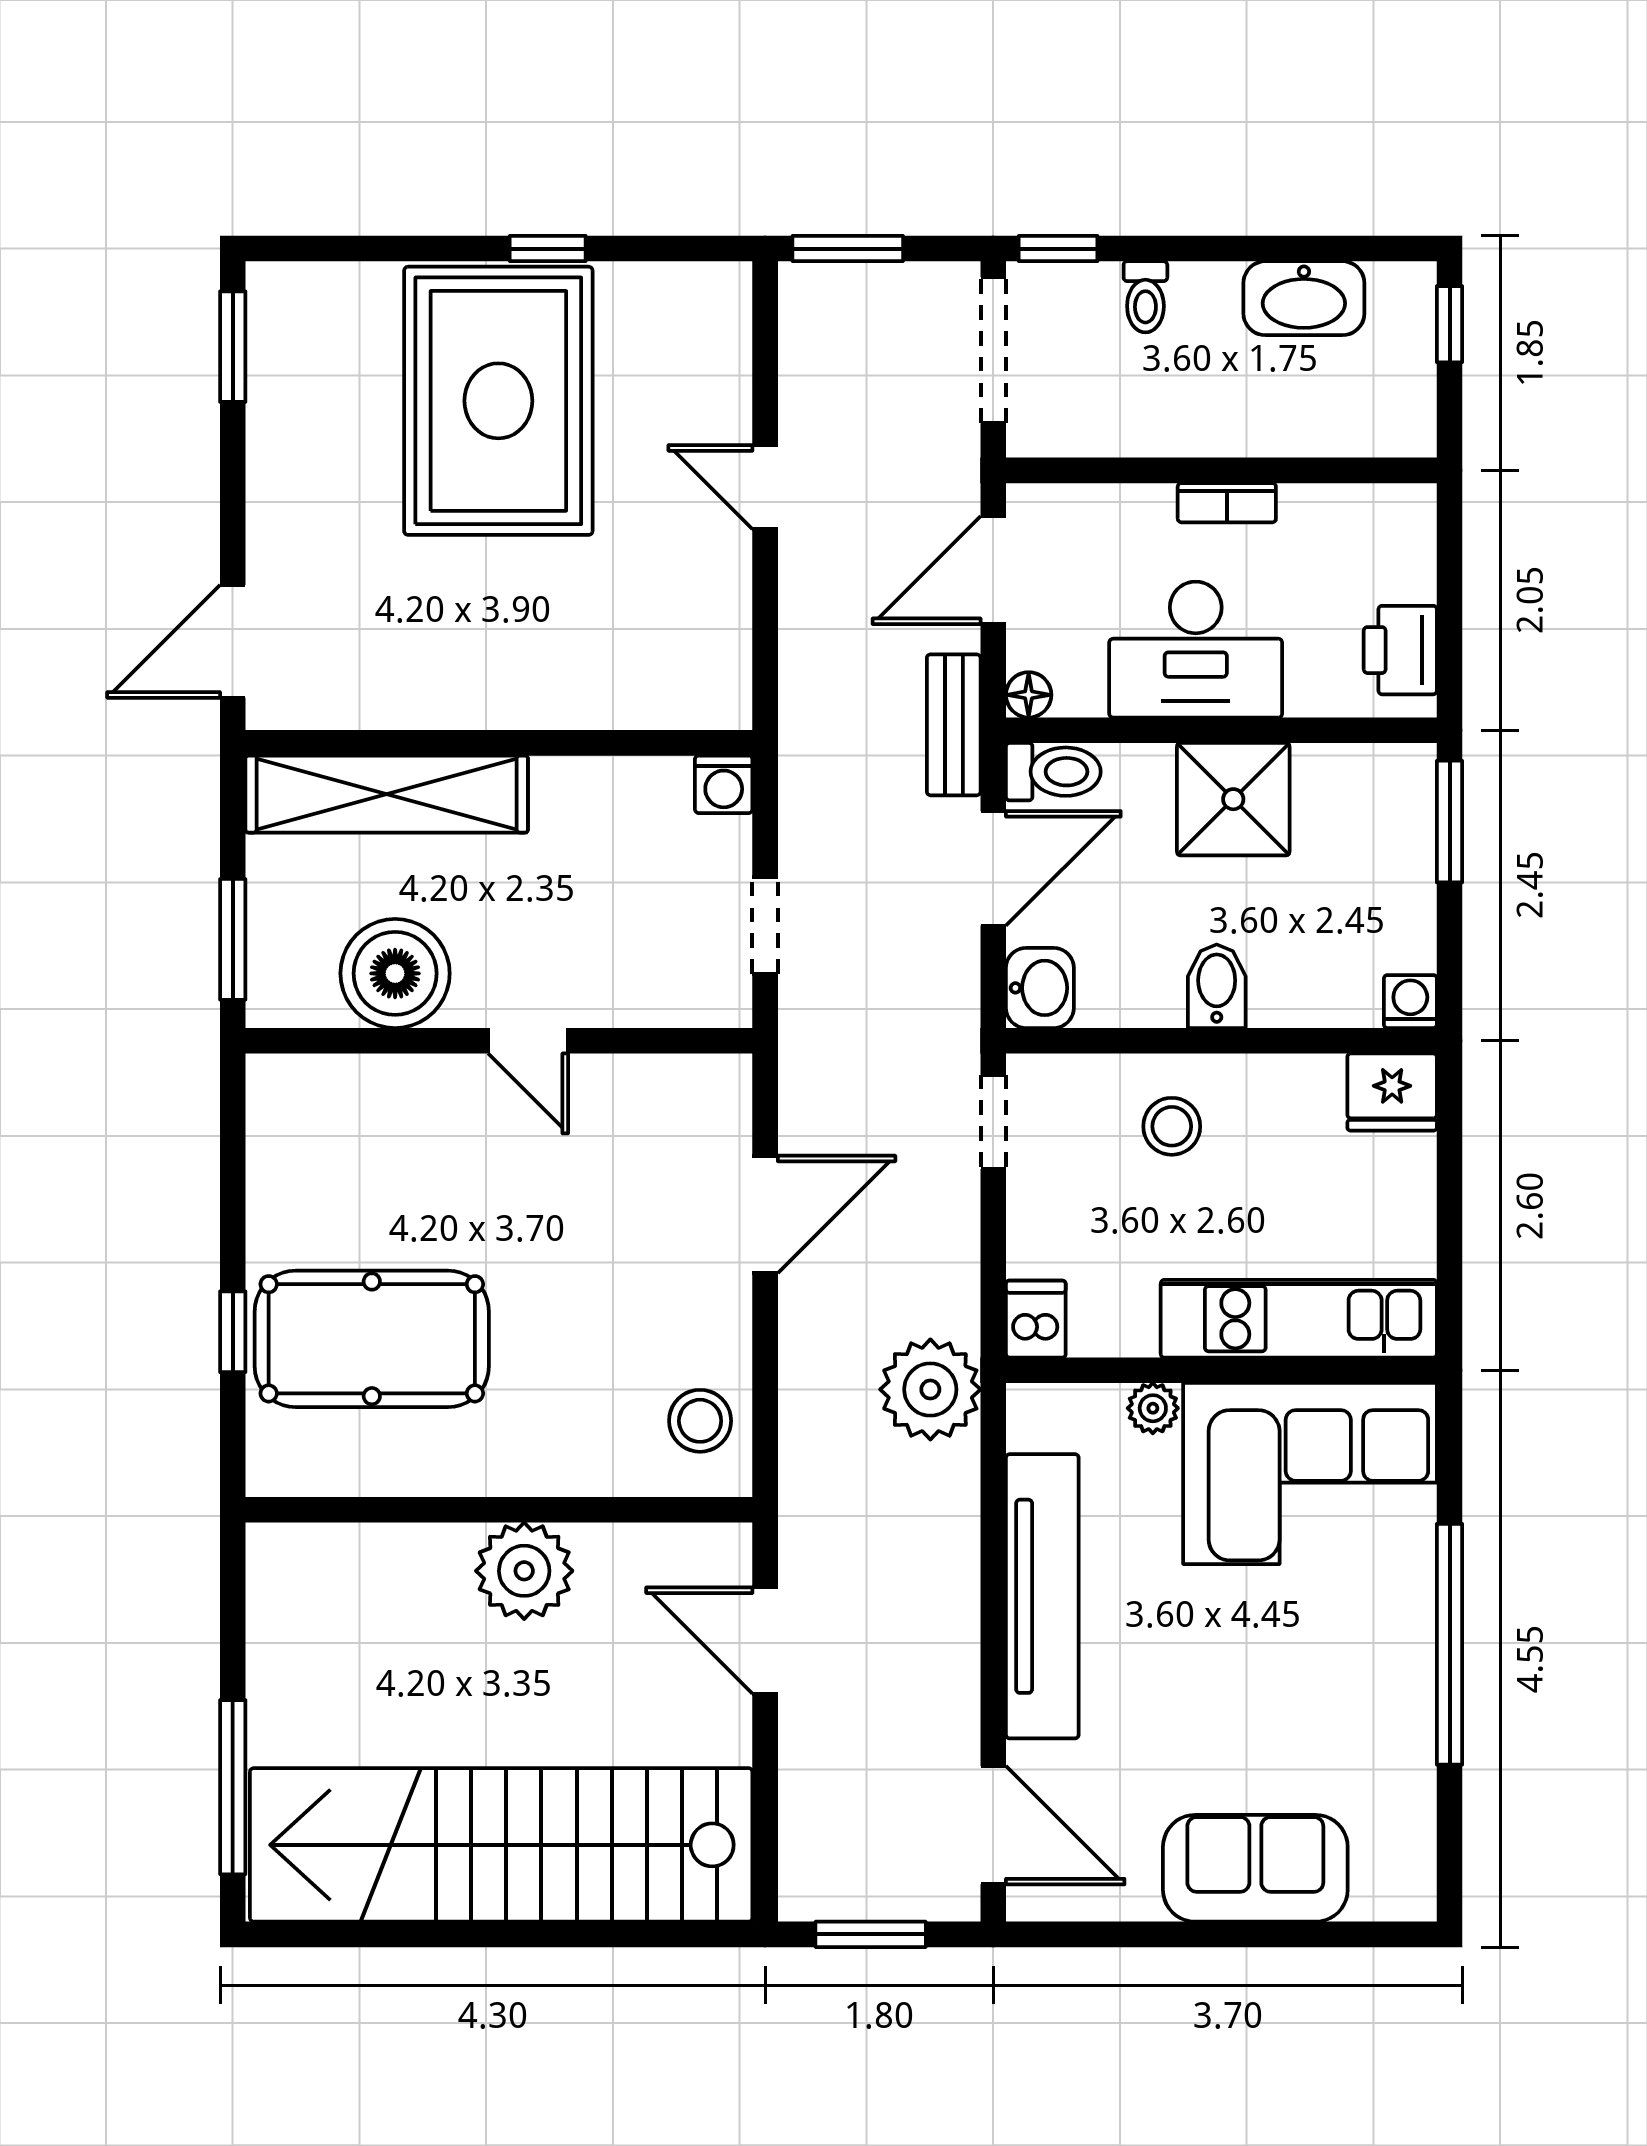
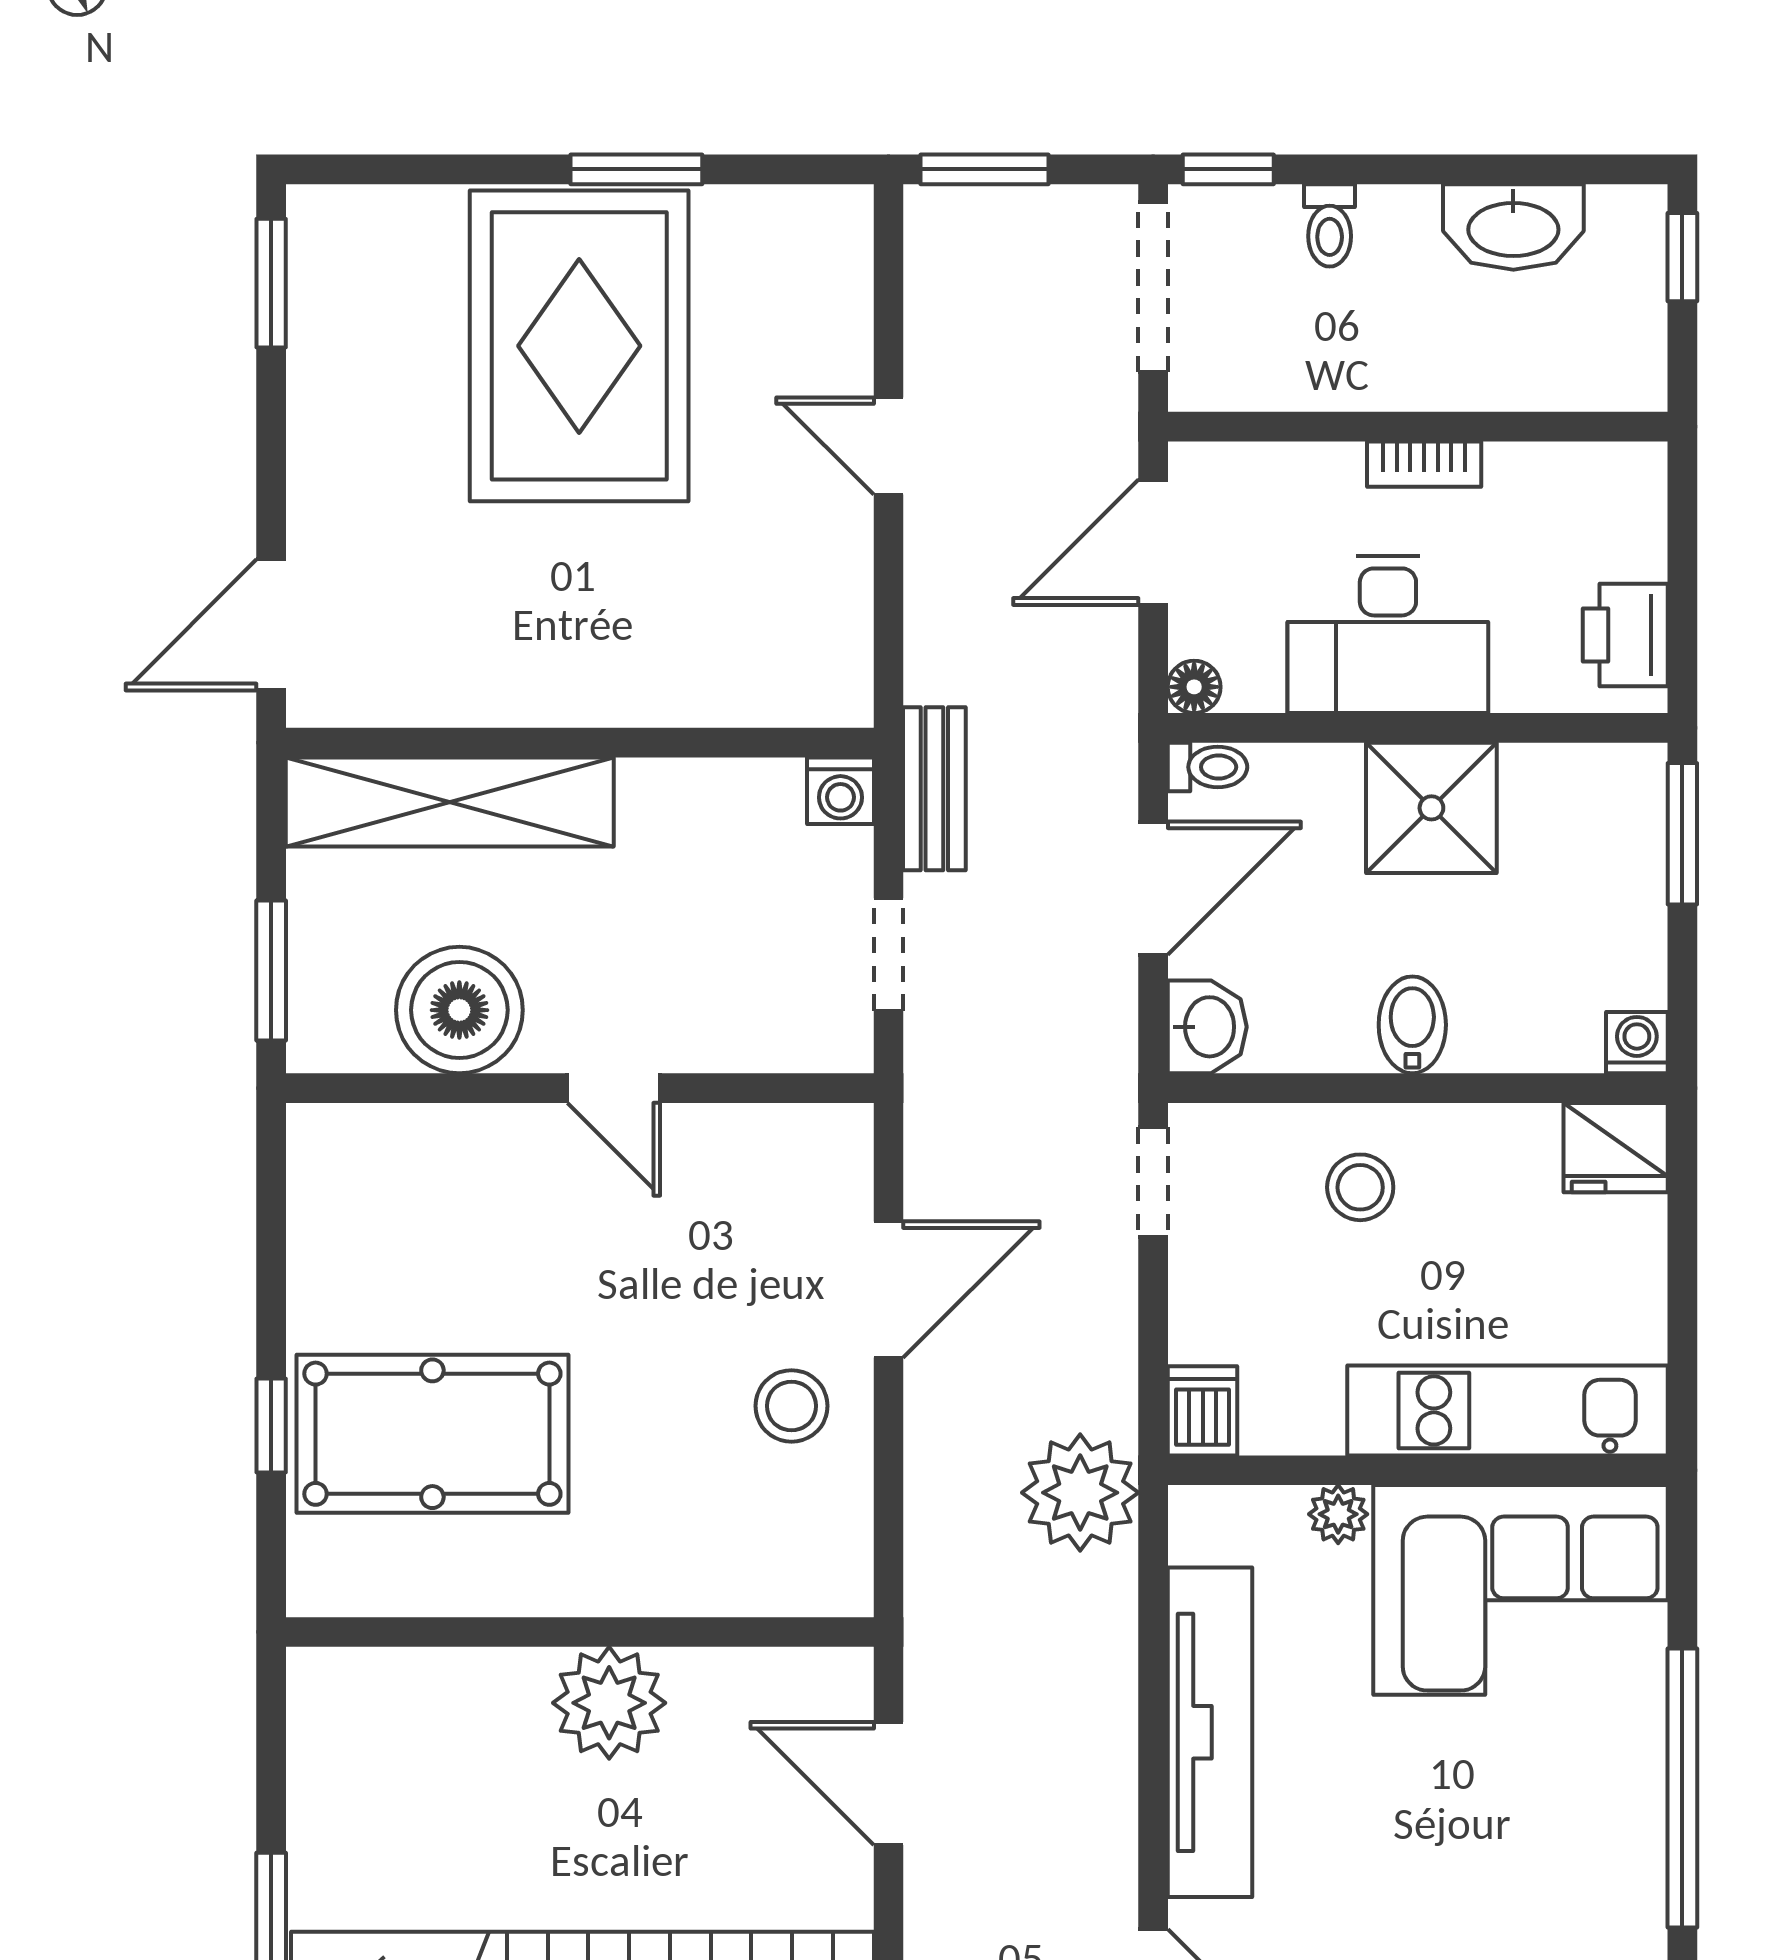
window: (548, 249) -> (636, 169), width x1.50
bench: (954, 725) -> (934, 789), moved
toilet: (1053, 772) -> (1207, 767), width x0.73, depth x0.72
stool: (700, 1421) -> (792, 1406), moved

